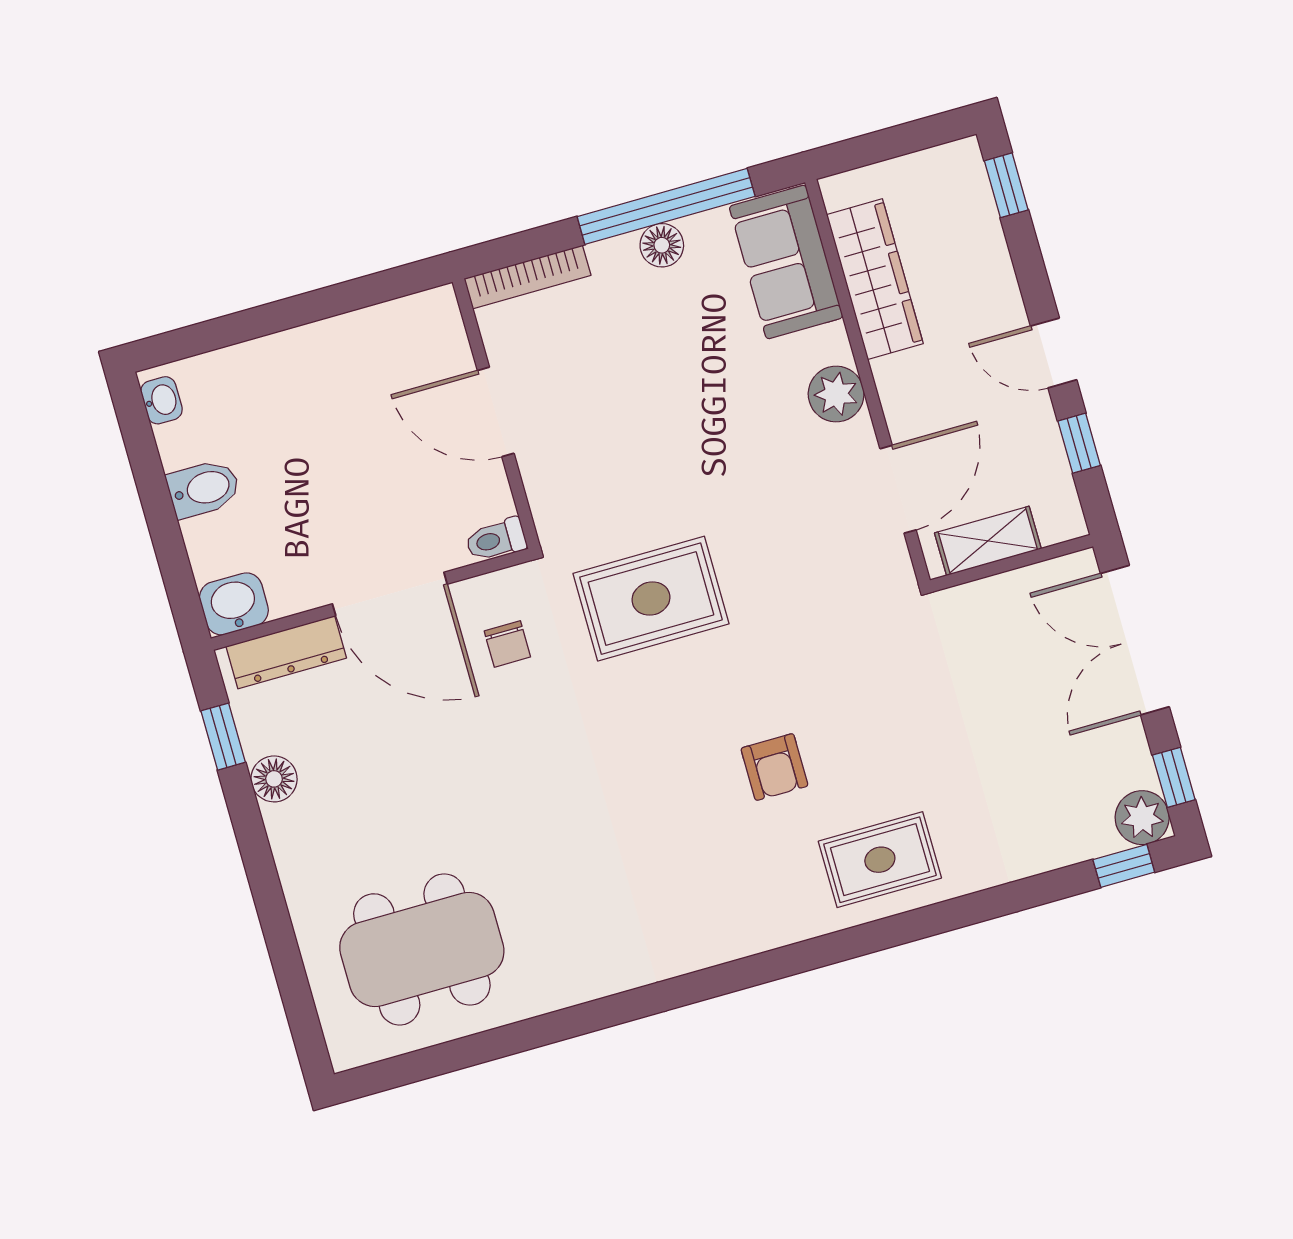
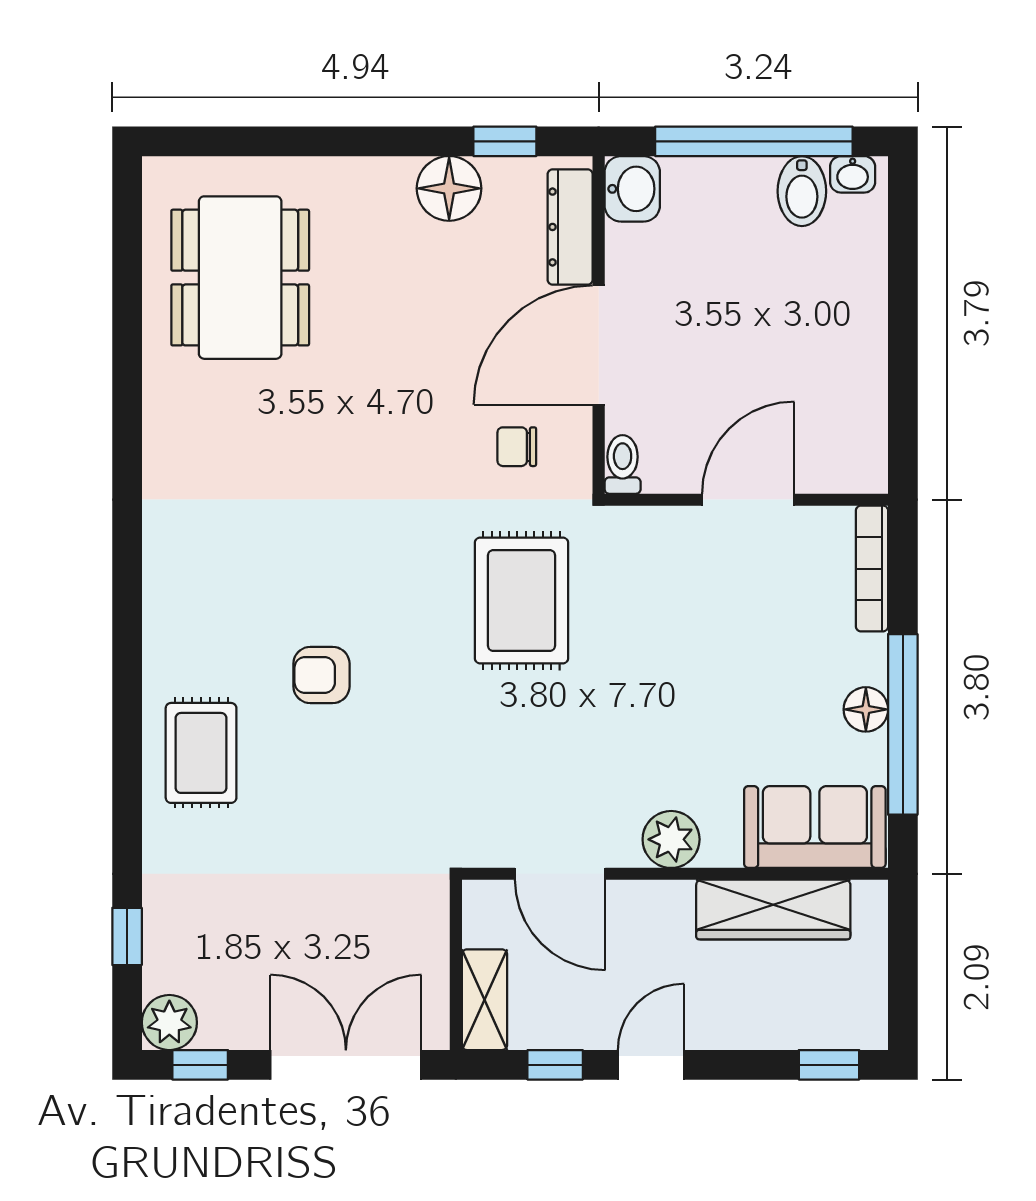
bidet: (204, 489) -> (802, 191), moved
window: (157, 502) -> (754, 141), added
shelving: (988, 541) -> (484, 1000), moved
floor lamp: (274, 779) -> (449, 188), width x1.38, depth x1.38
window: (1124, 866) -> (127, 936), moved

